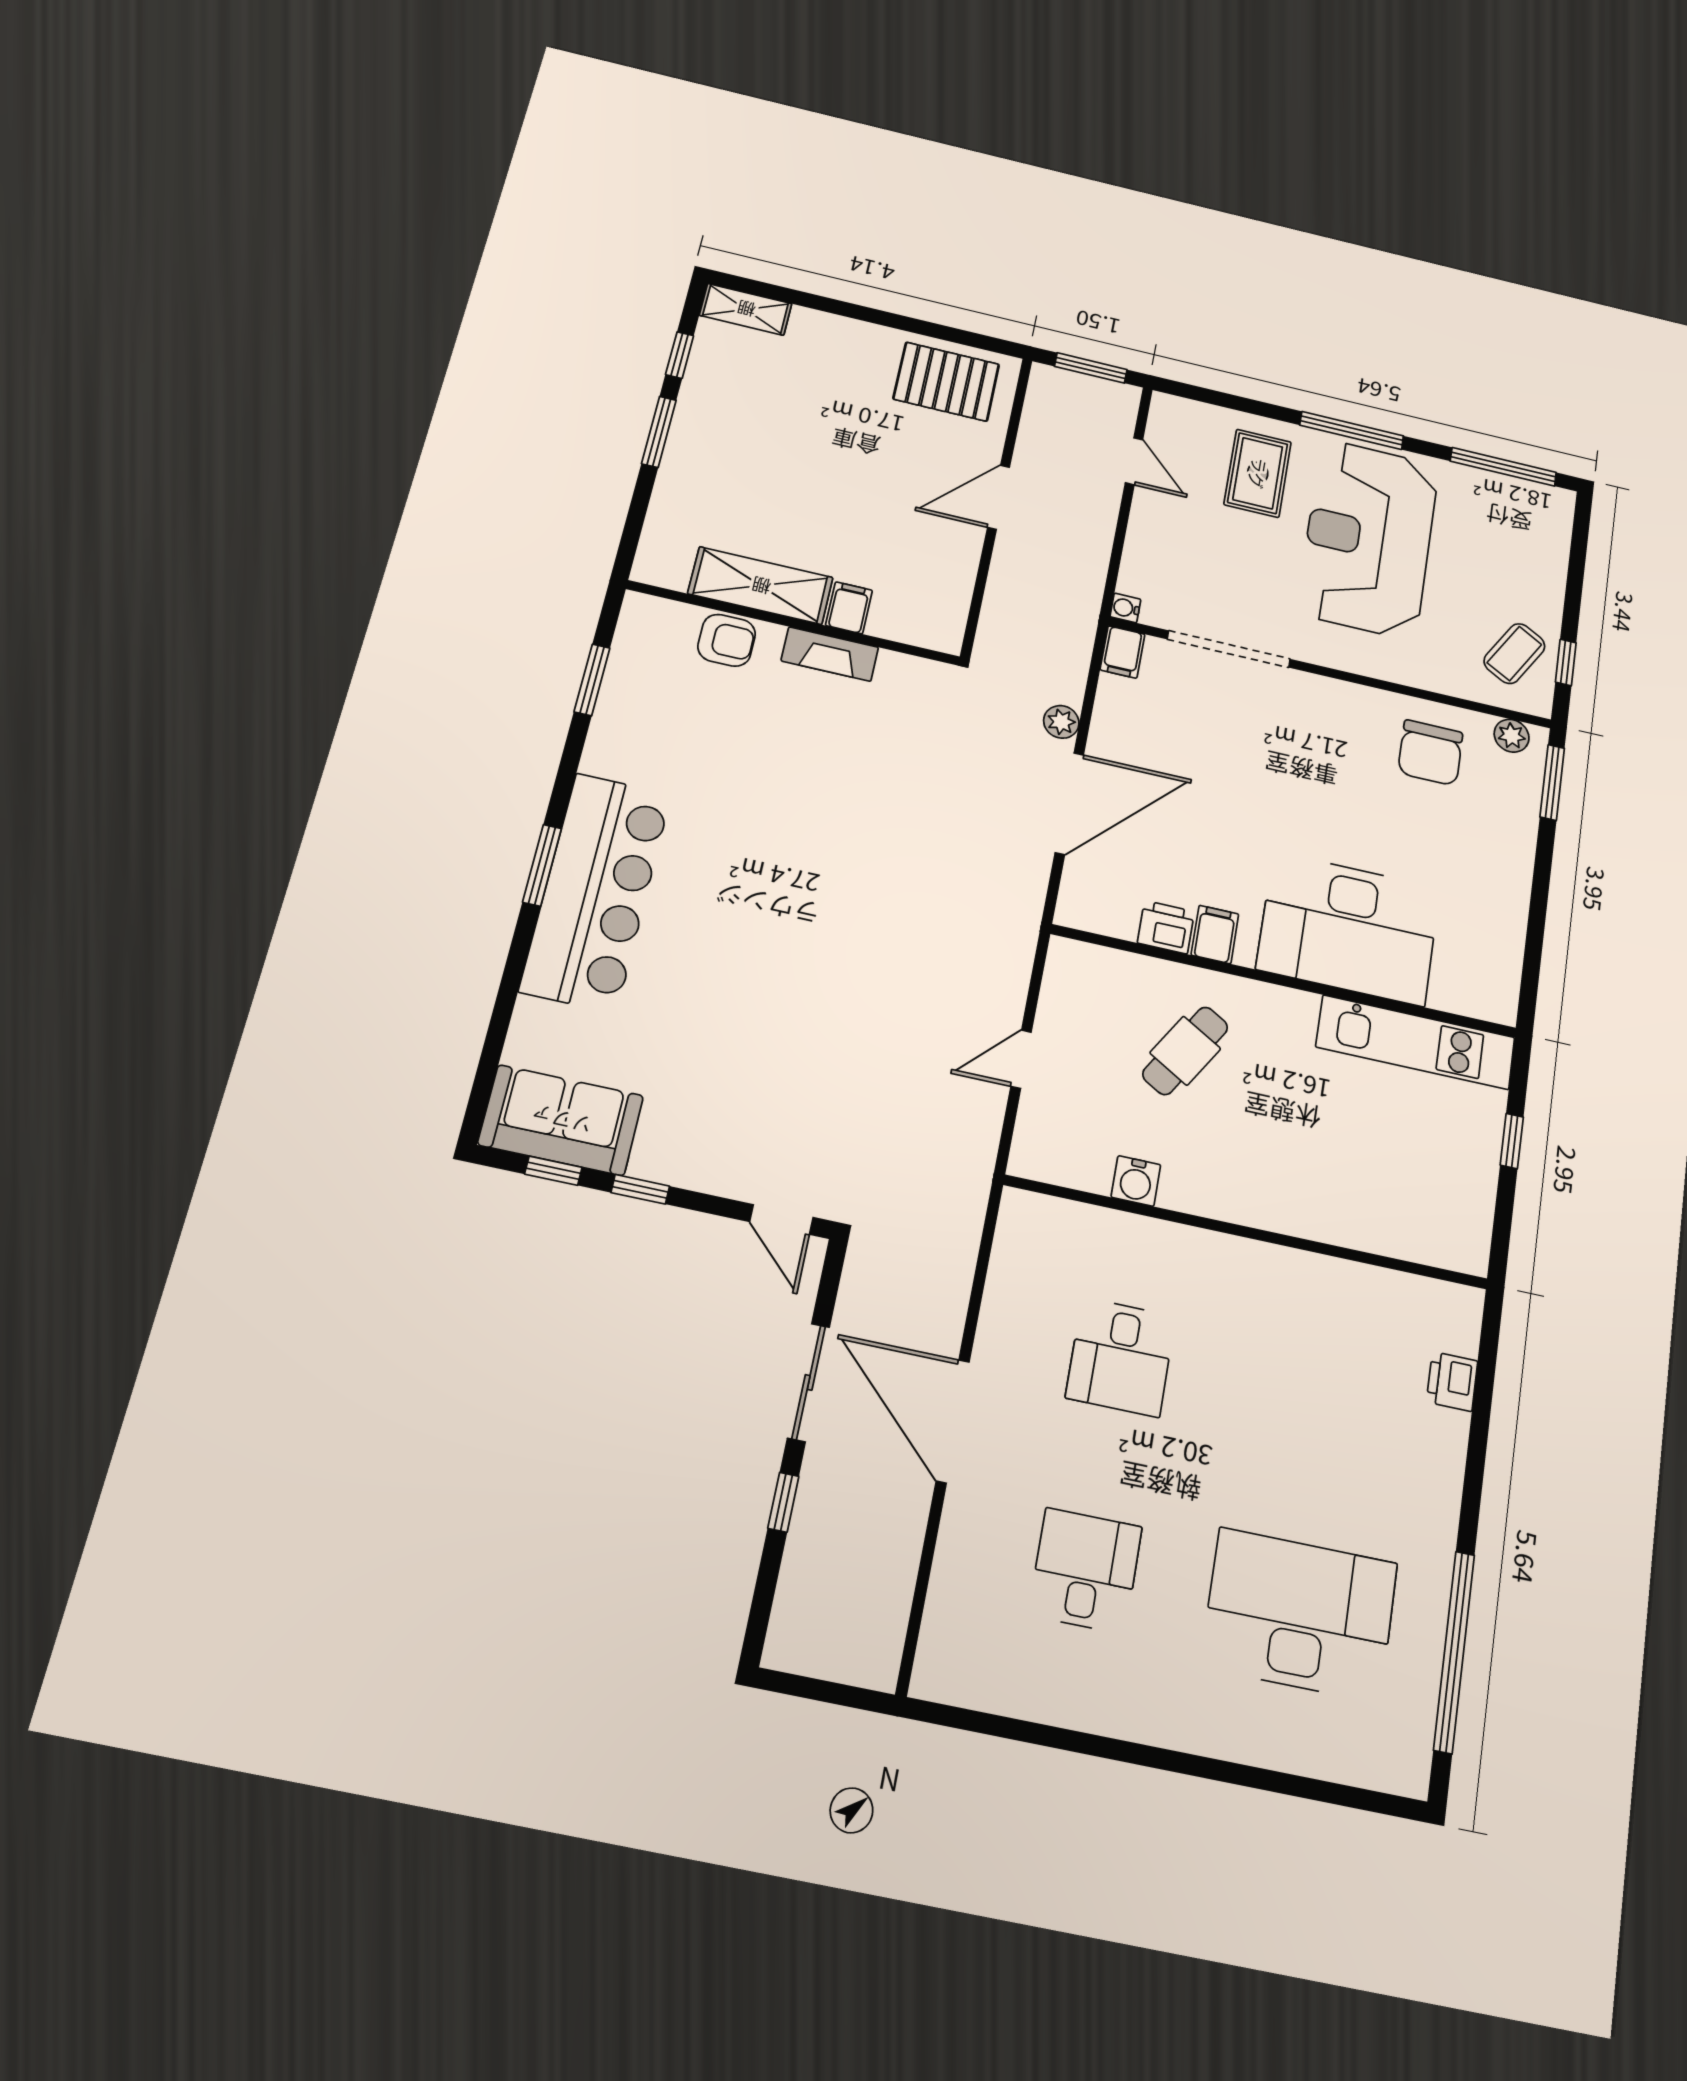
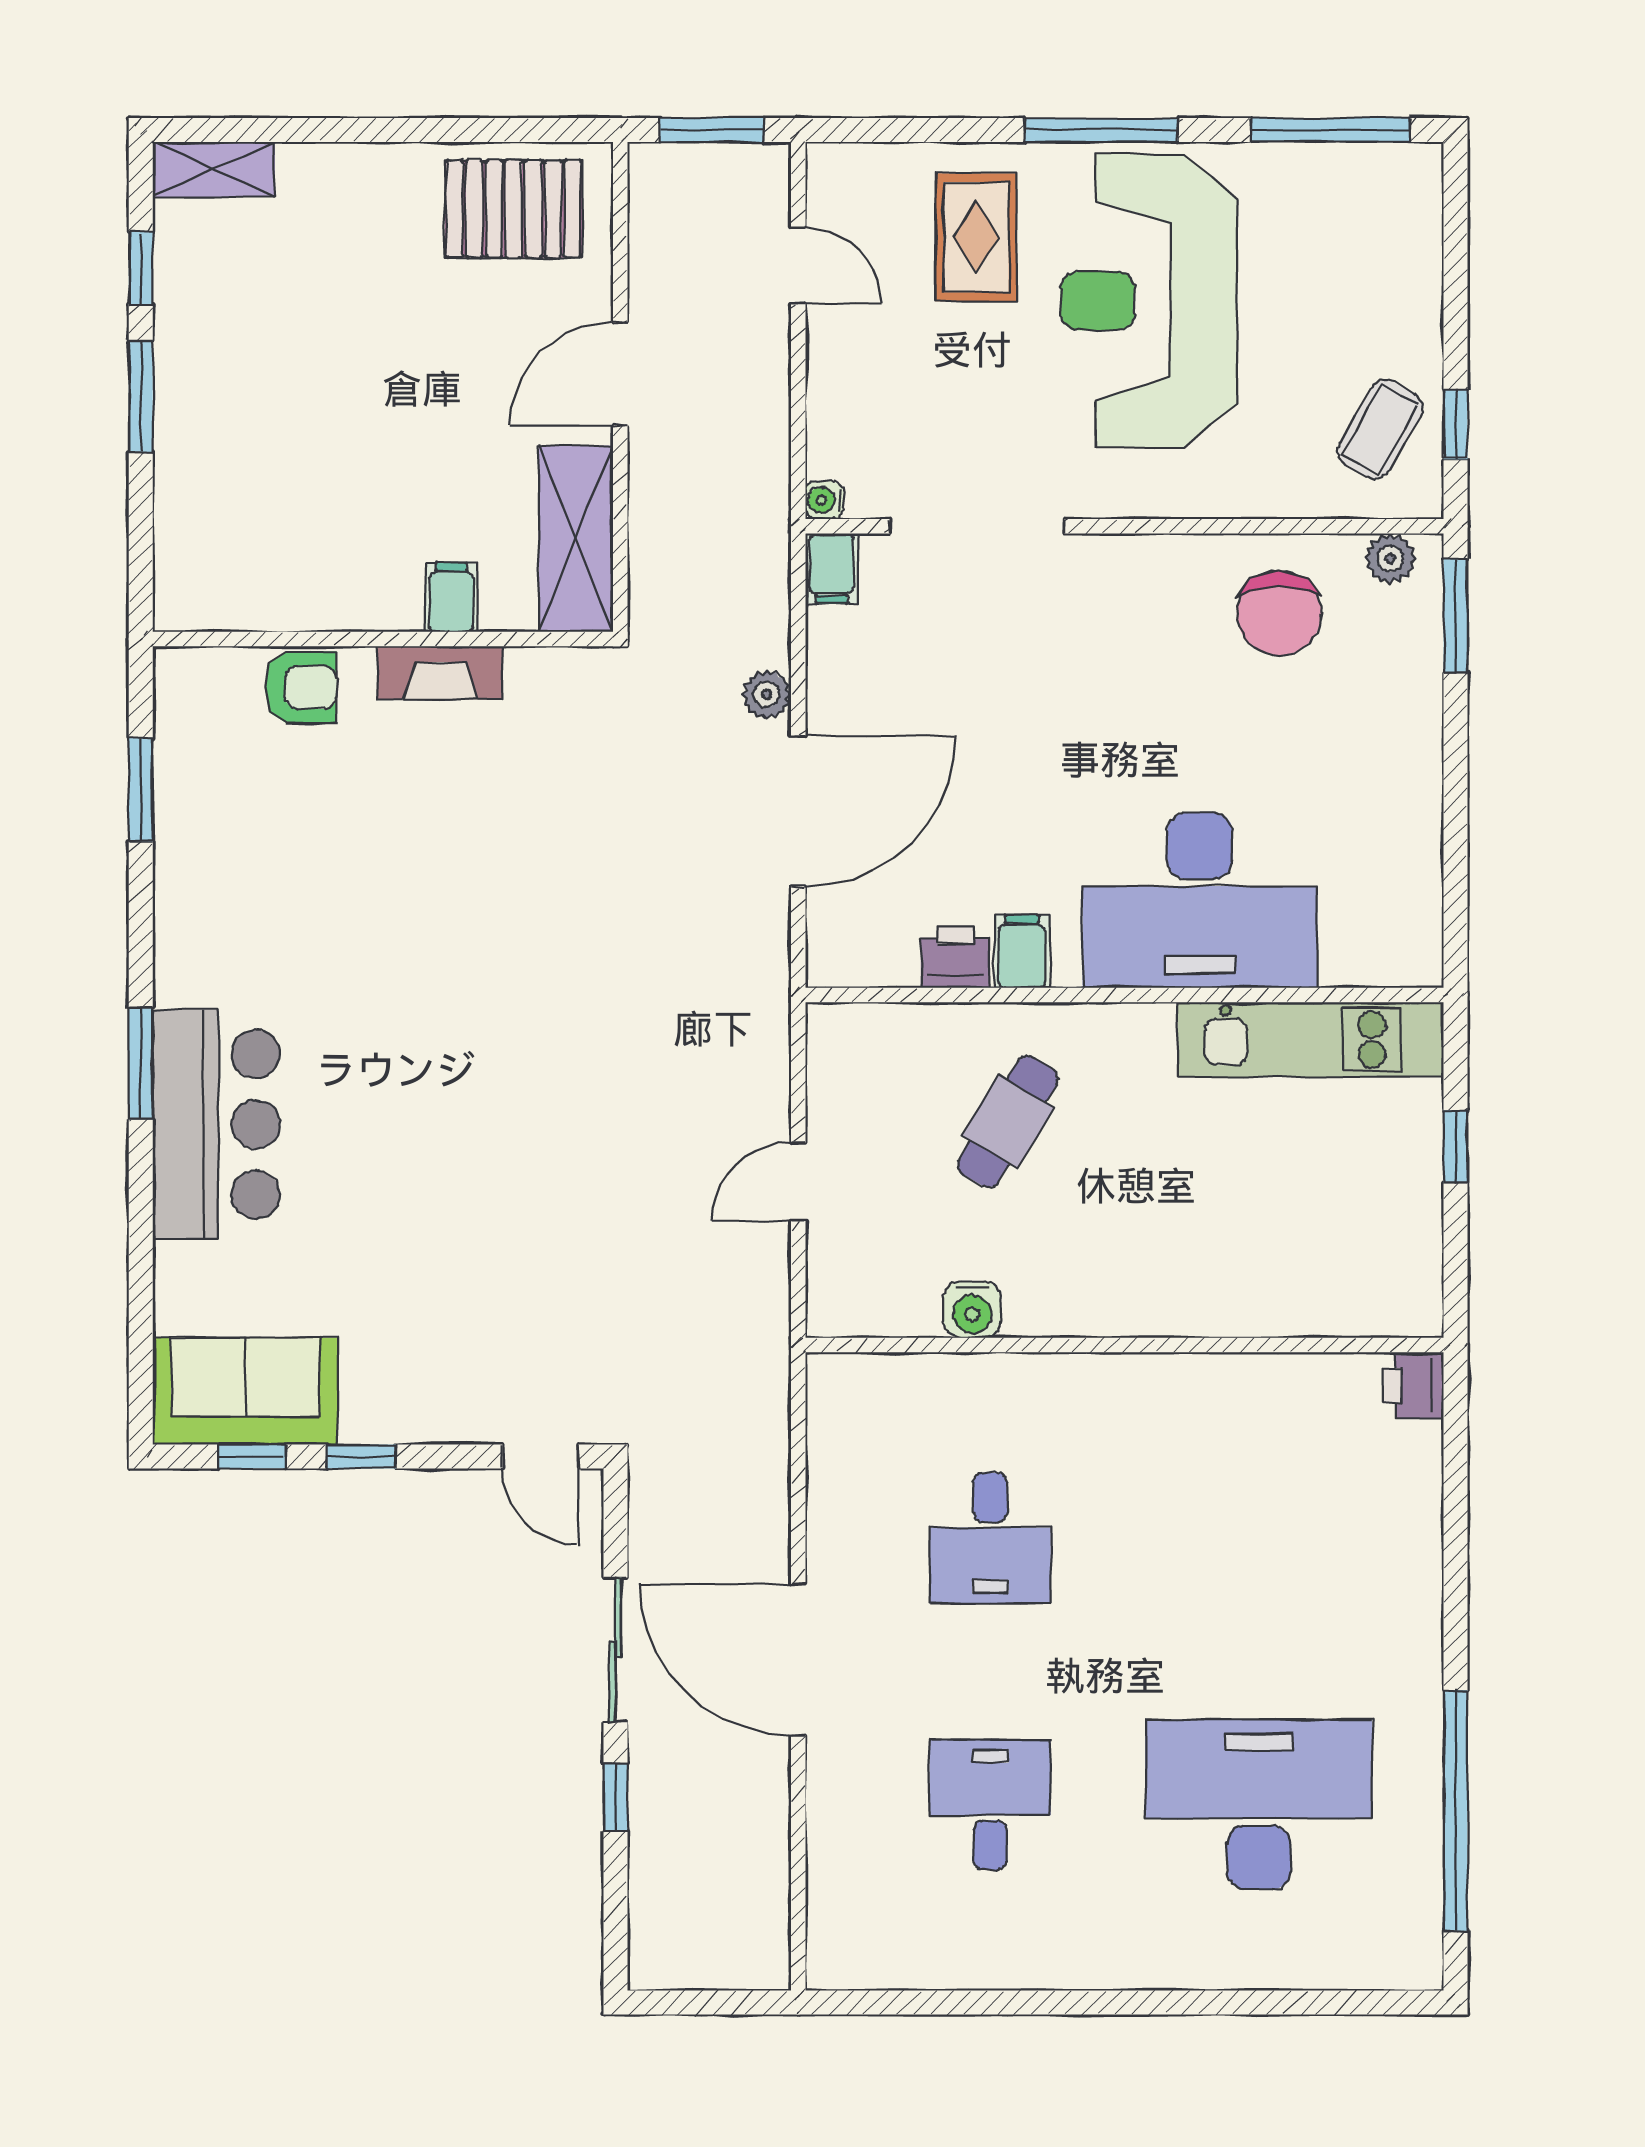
shelving: (761, 586) -> (576, 539), moved, turned 90
bar counter: (596, 892) -> (216, 1124), width x0.73
printer: (1452, 1381) -> (1414, 1385), moved

